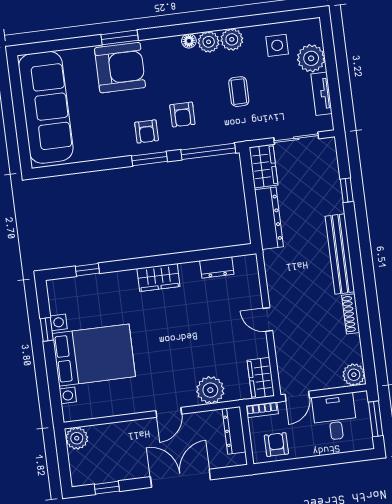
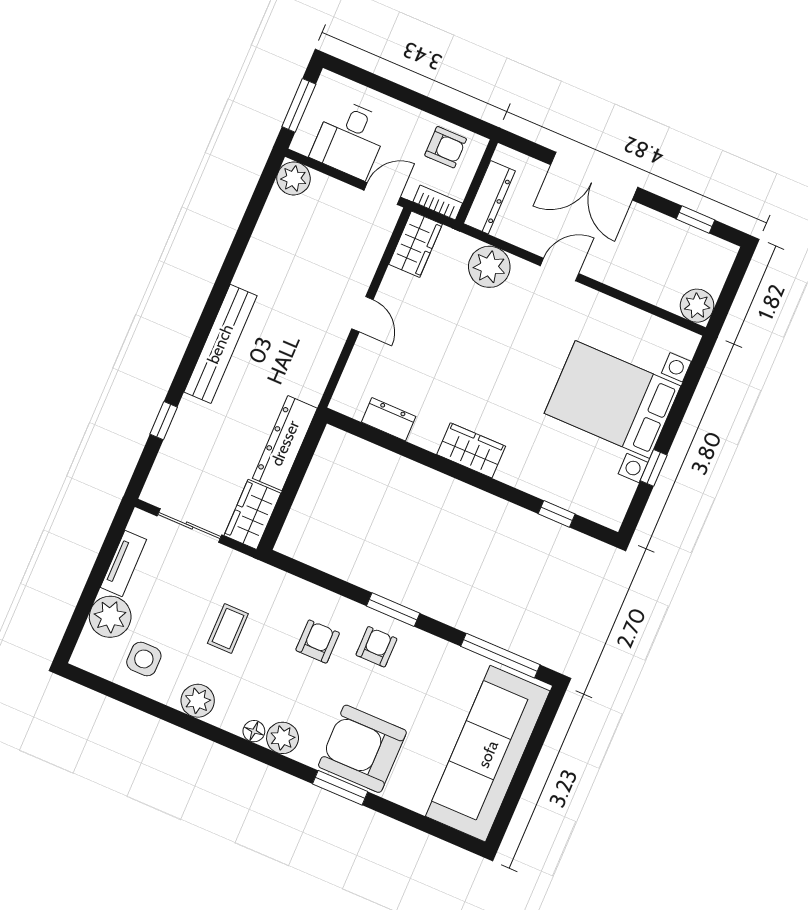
plant: (209, 42) -> (283, 738), moved
window: (208, 151) -> (500, 656), moved
shoe rack: (351, 314) -> (252, 259), removed
armchair: (276, 445) -> (446, 147), turned -90

